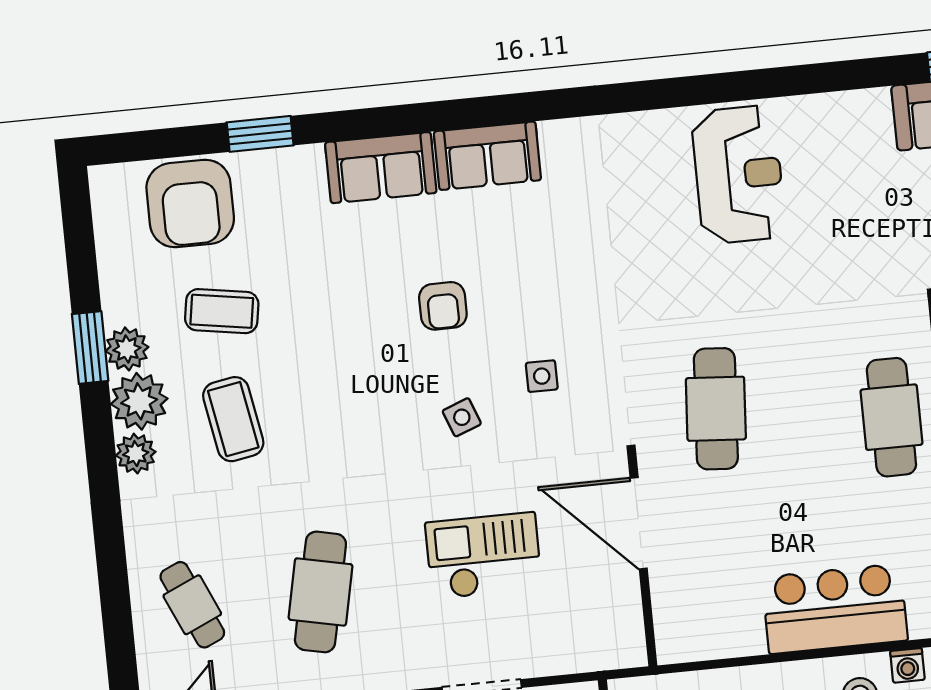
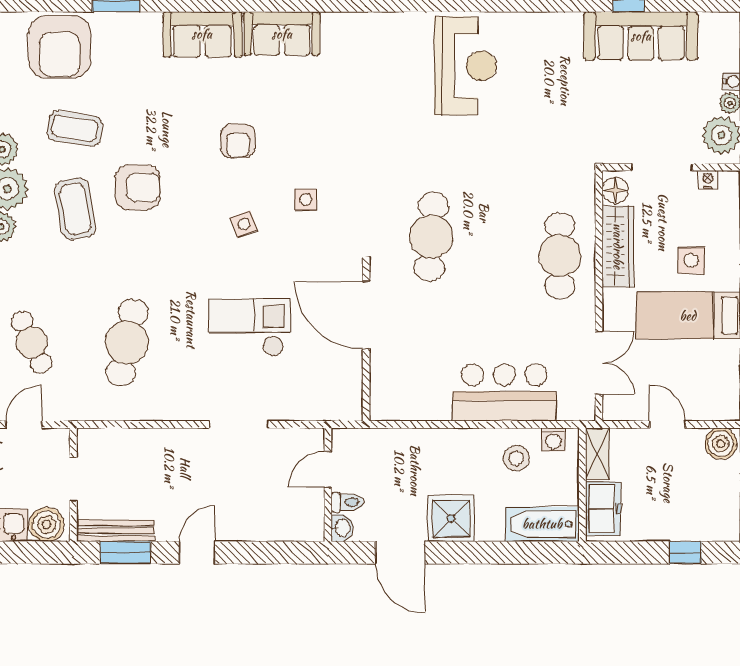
armchair: (314, 382) -> (138, 187), added

